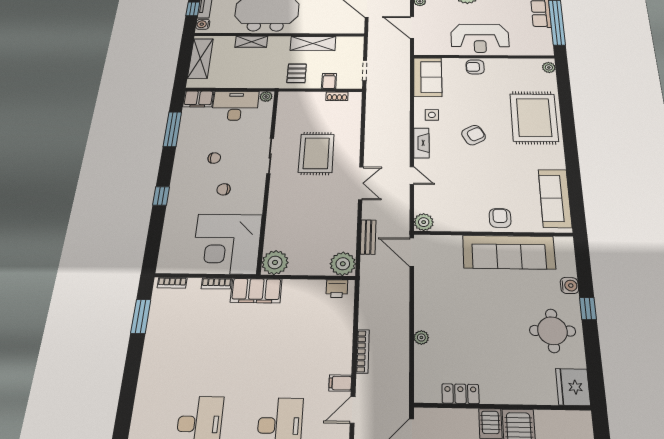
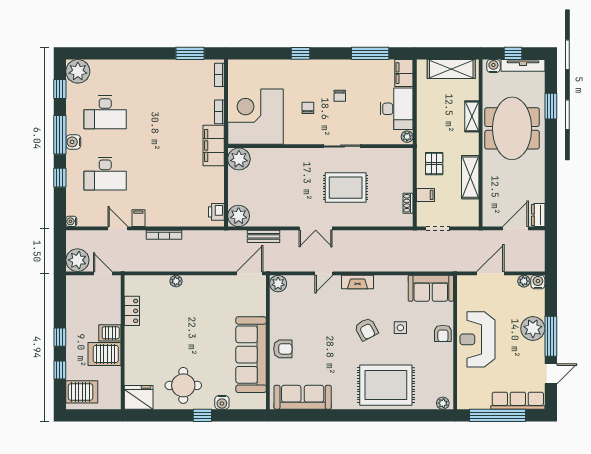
armchair: (475, 67) -> (443, 333), turned 180
pallet: (297, 73) -> (434, 164), turned 90
side table: (432, 115) -> (400, 328), moved

